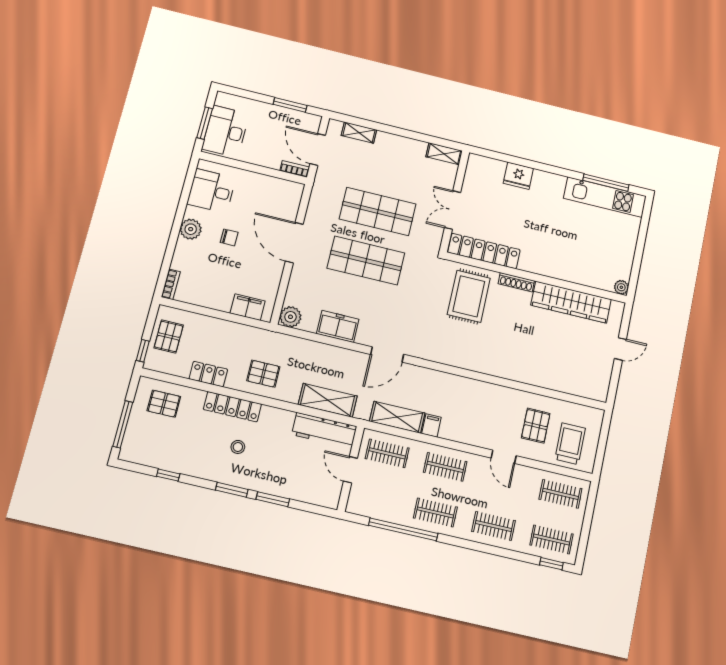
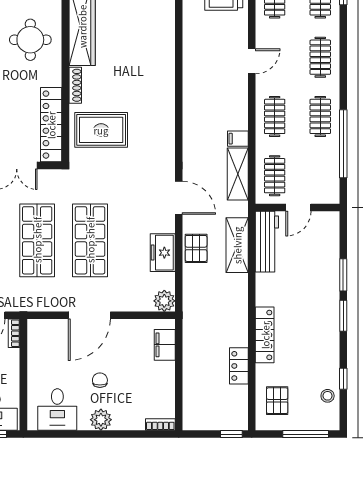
round table: (568, 251) -> (30, 40), added
pallet: (169, 336) -> (212, 413), removed
pallet: (263, 374) -> (196, 248), moved
pallet: (536, 426) -> (214, 36), removed
stool: (238, 447) -> (328, 396), moved

